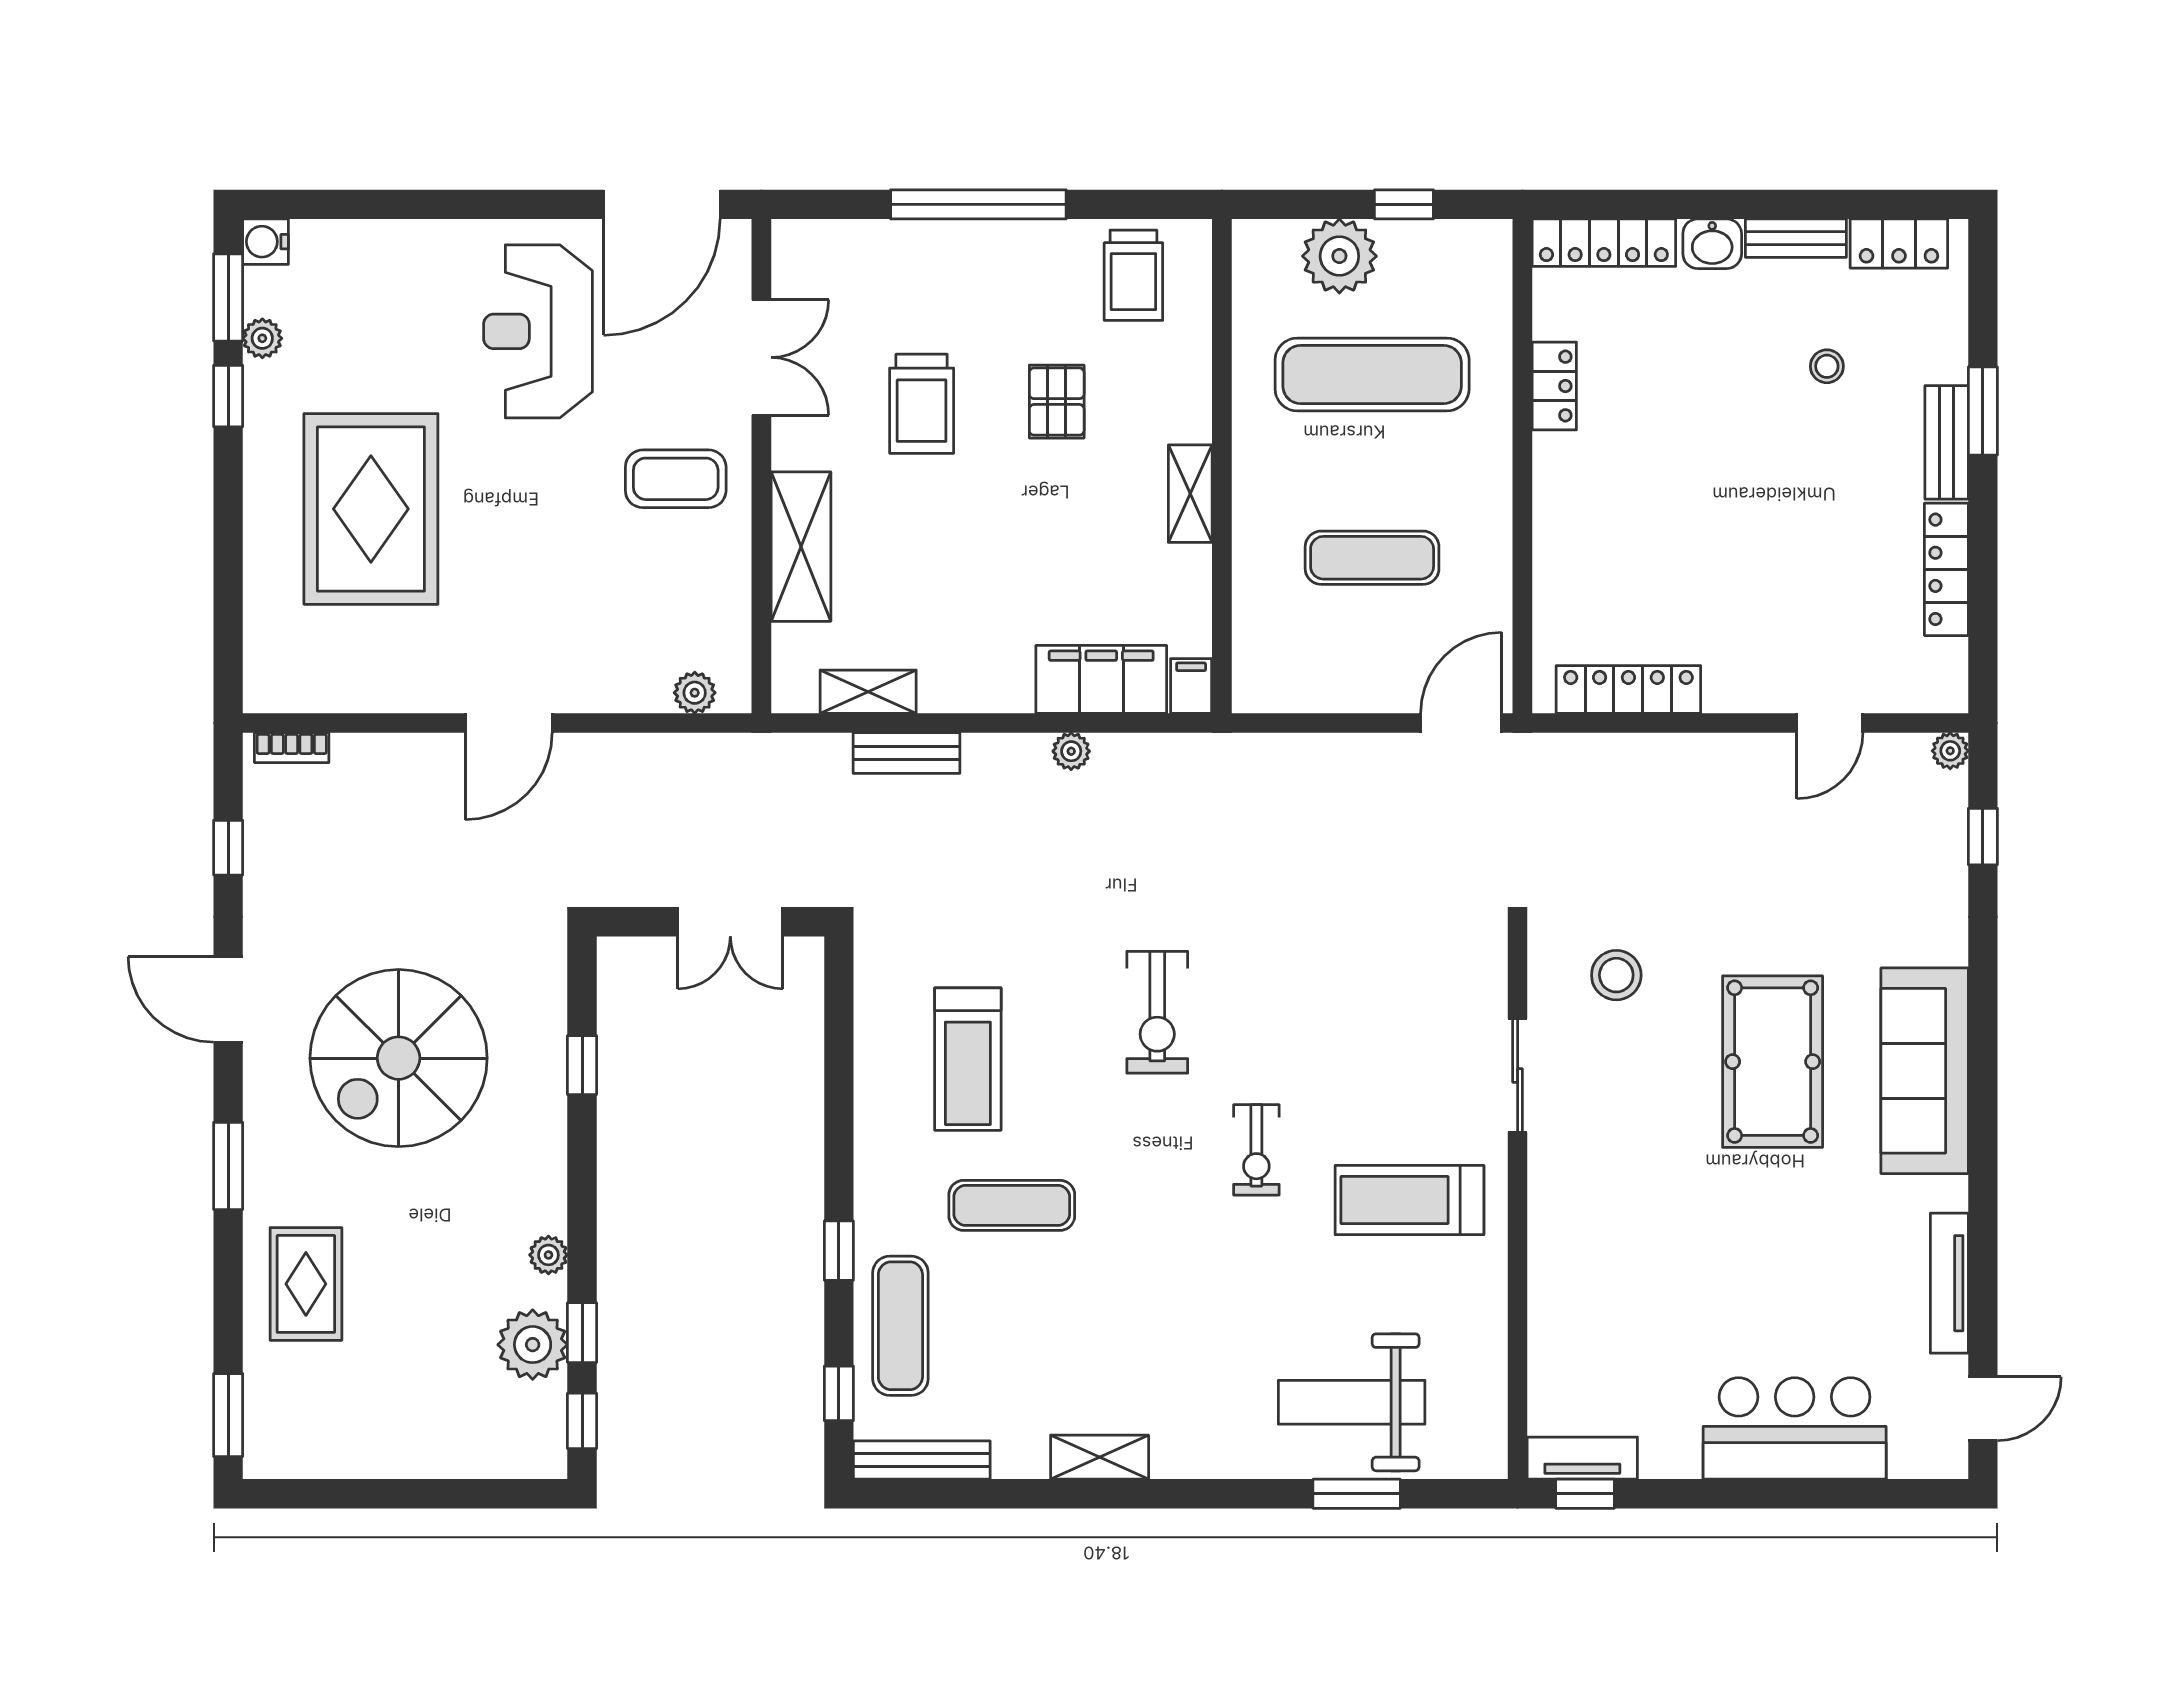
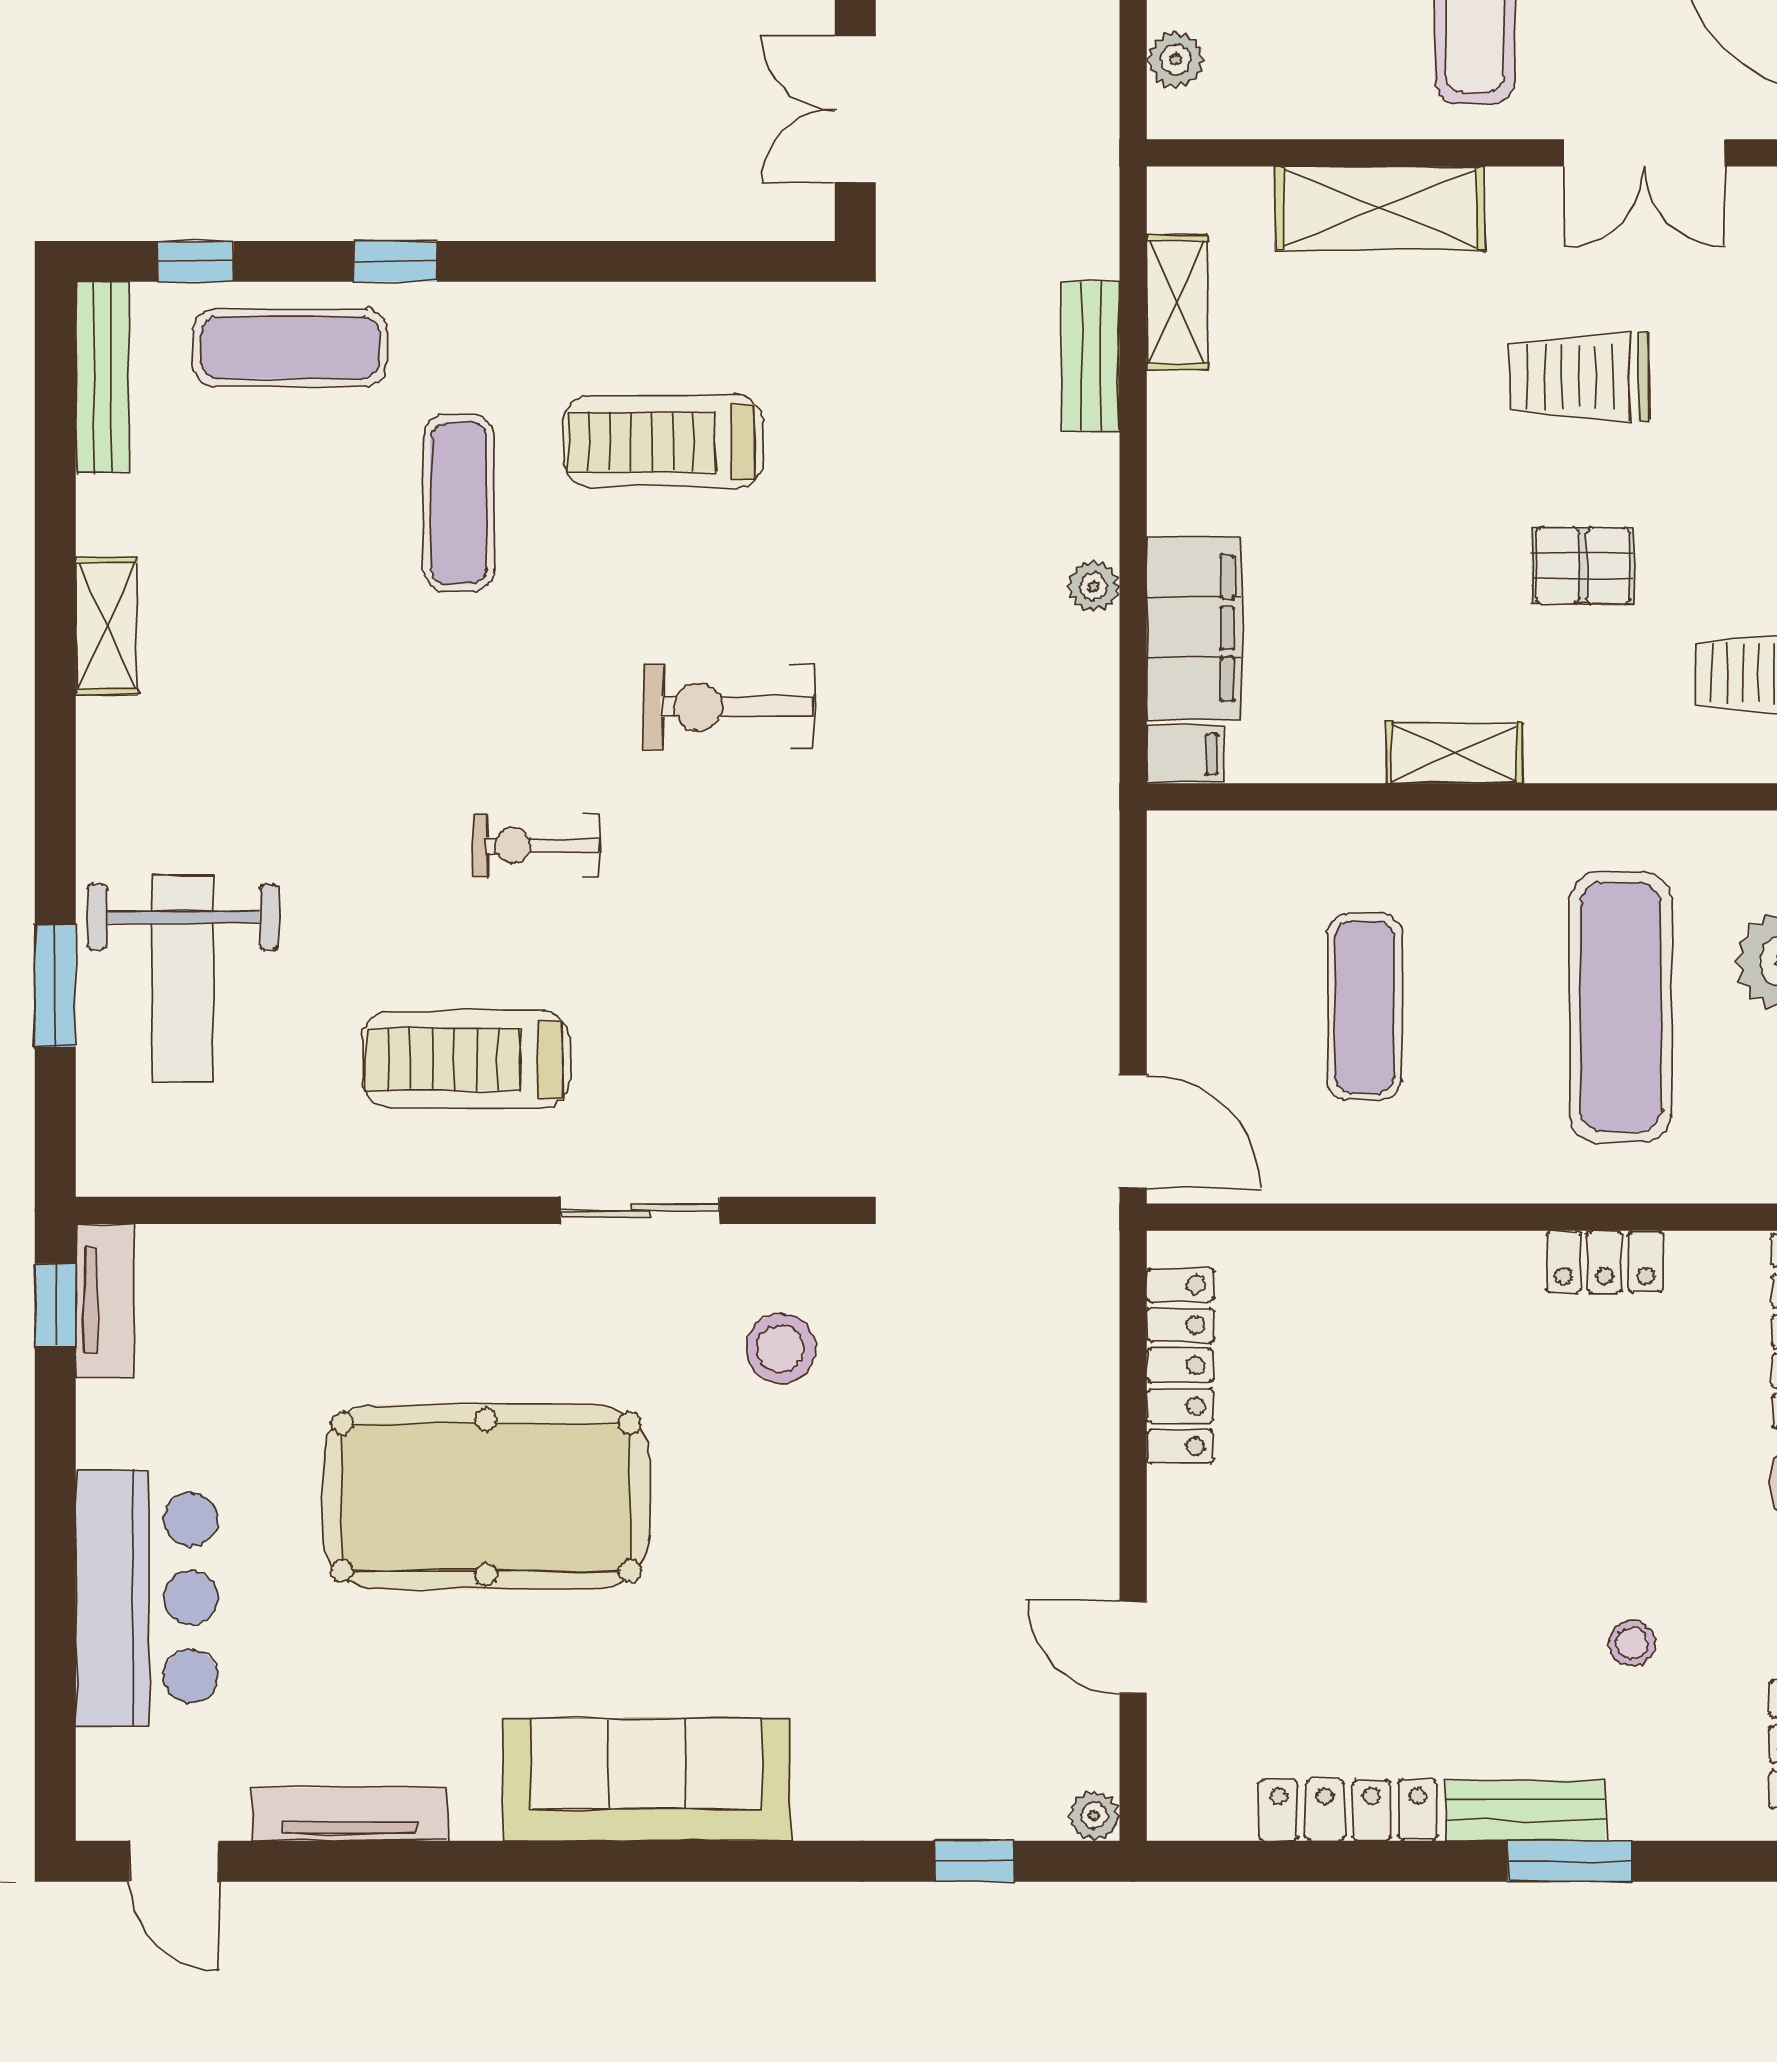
pool table: (1773, 1062) -> (486, 1497), moved, width x1.36, depth x1.32
treadmill: (1409, 1200) -> (466, 1059), turned -90
weight bench: (1352, 1402) -> (183, 978), turned 180

